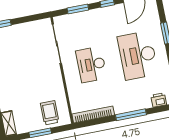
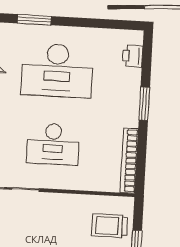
window: (131, 115) -> (144, 104), width x0.69

